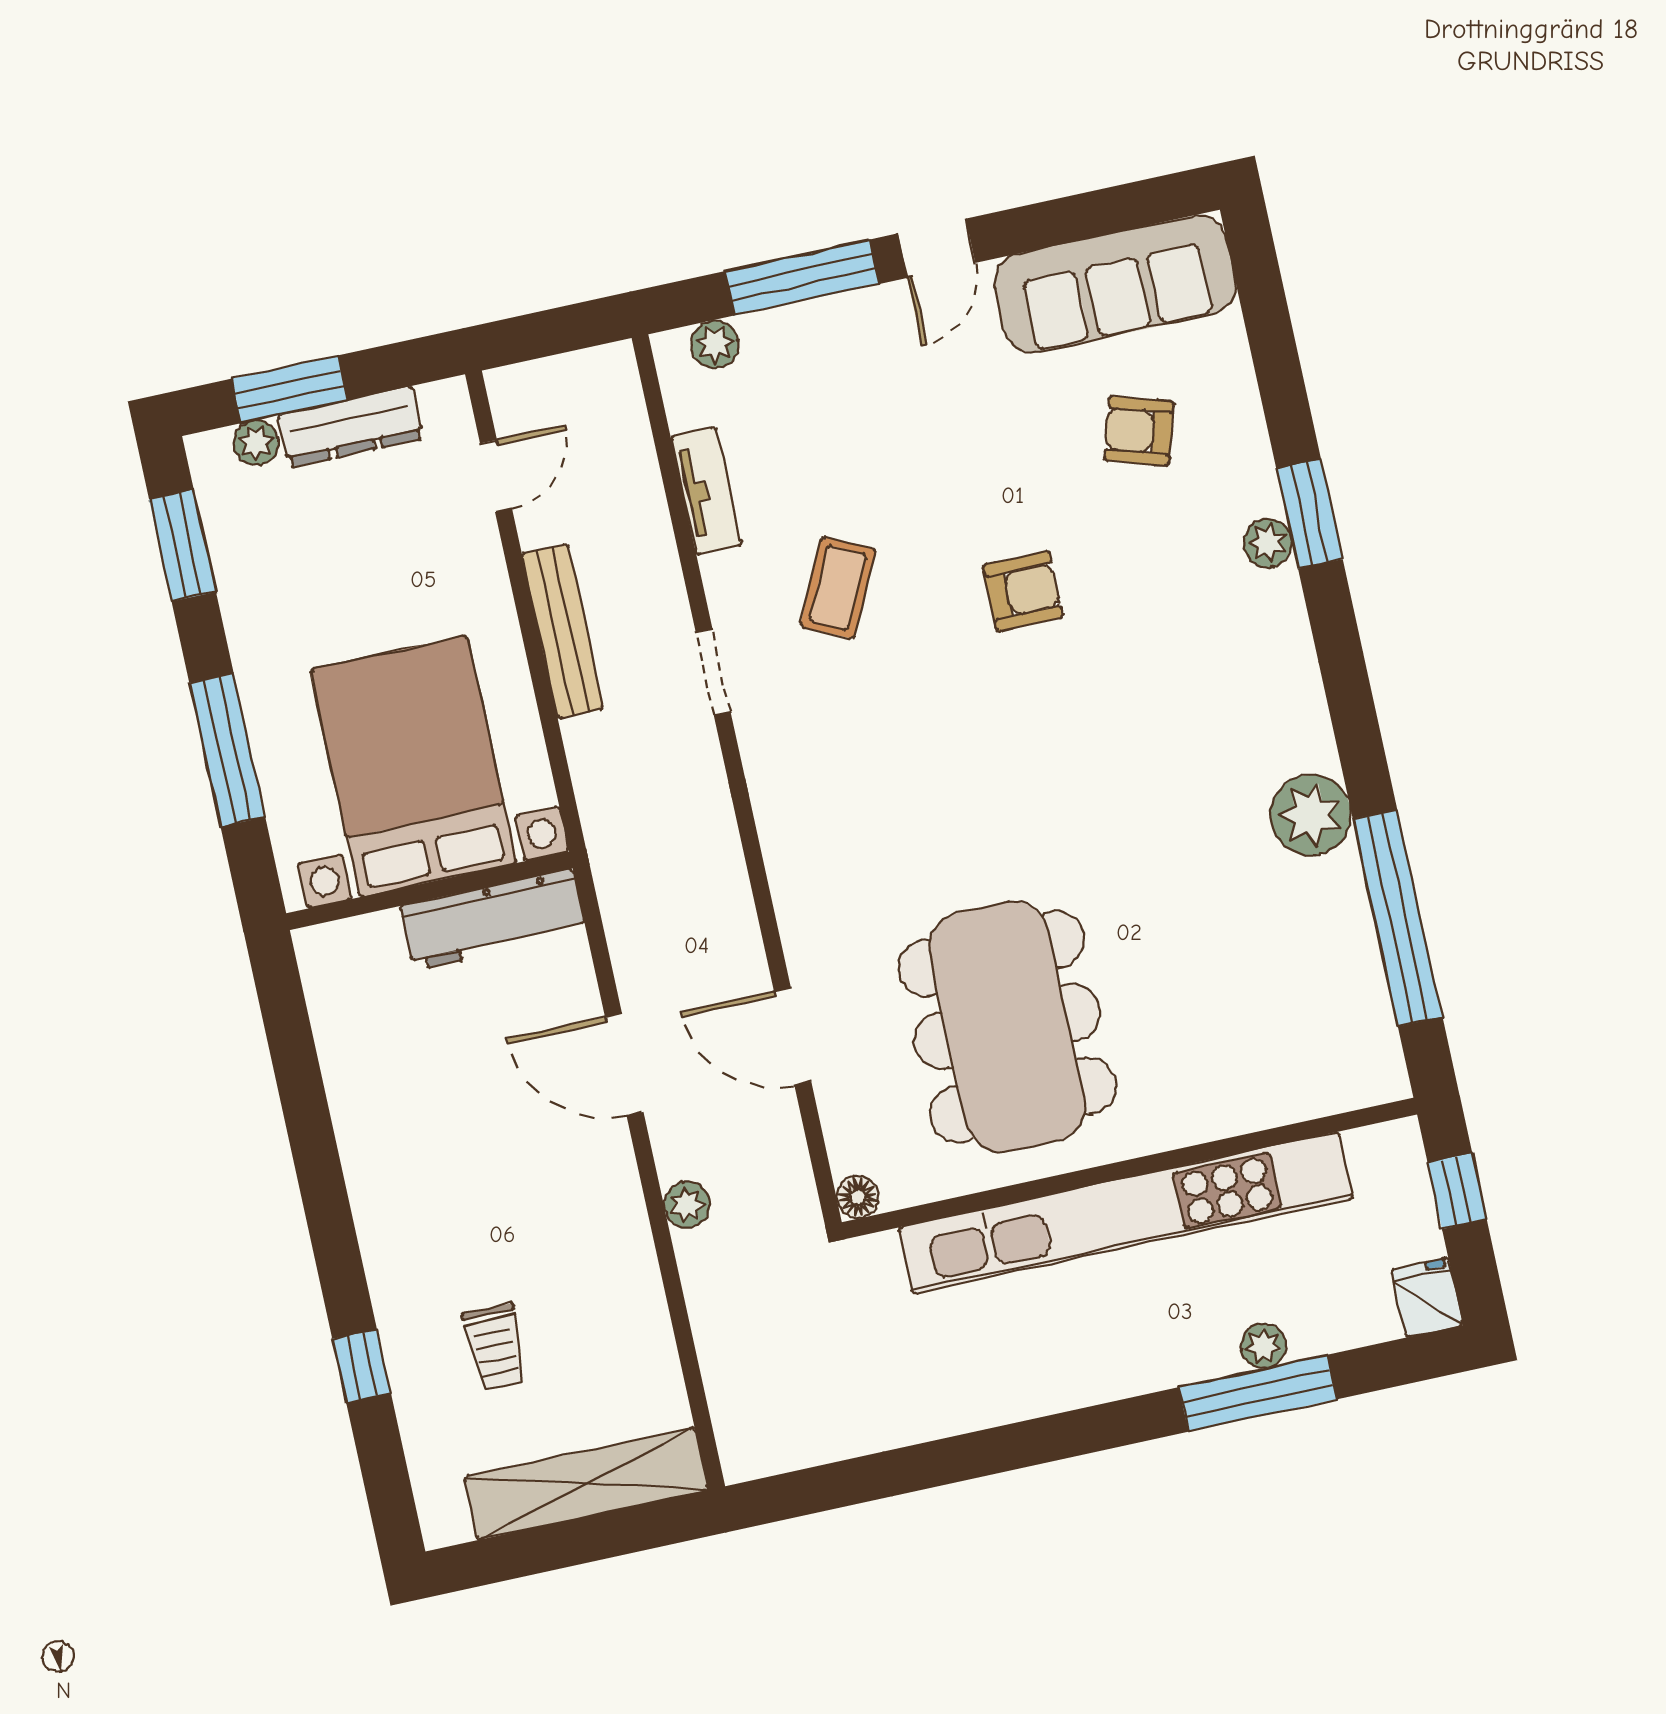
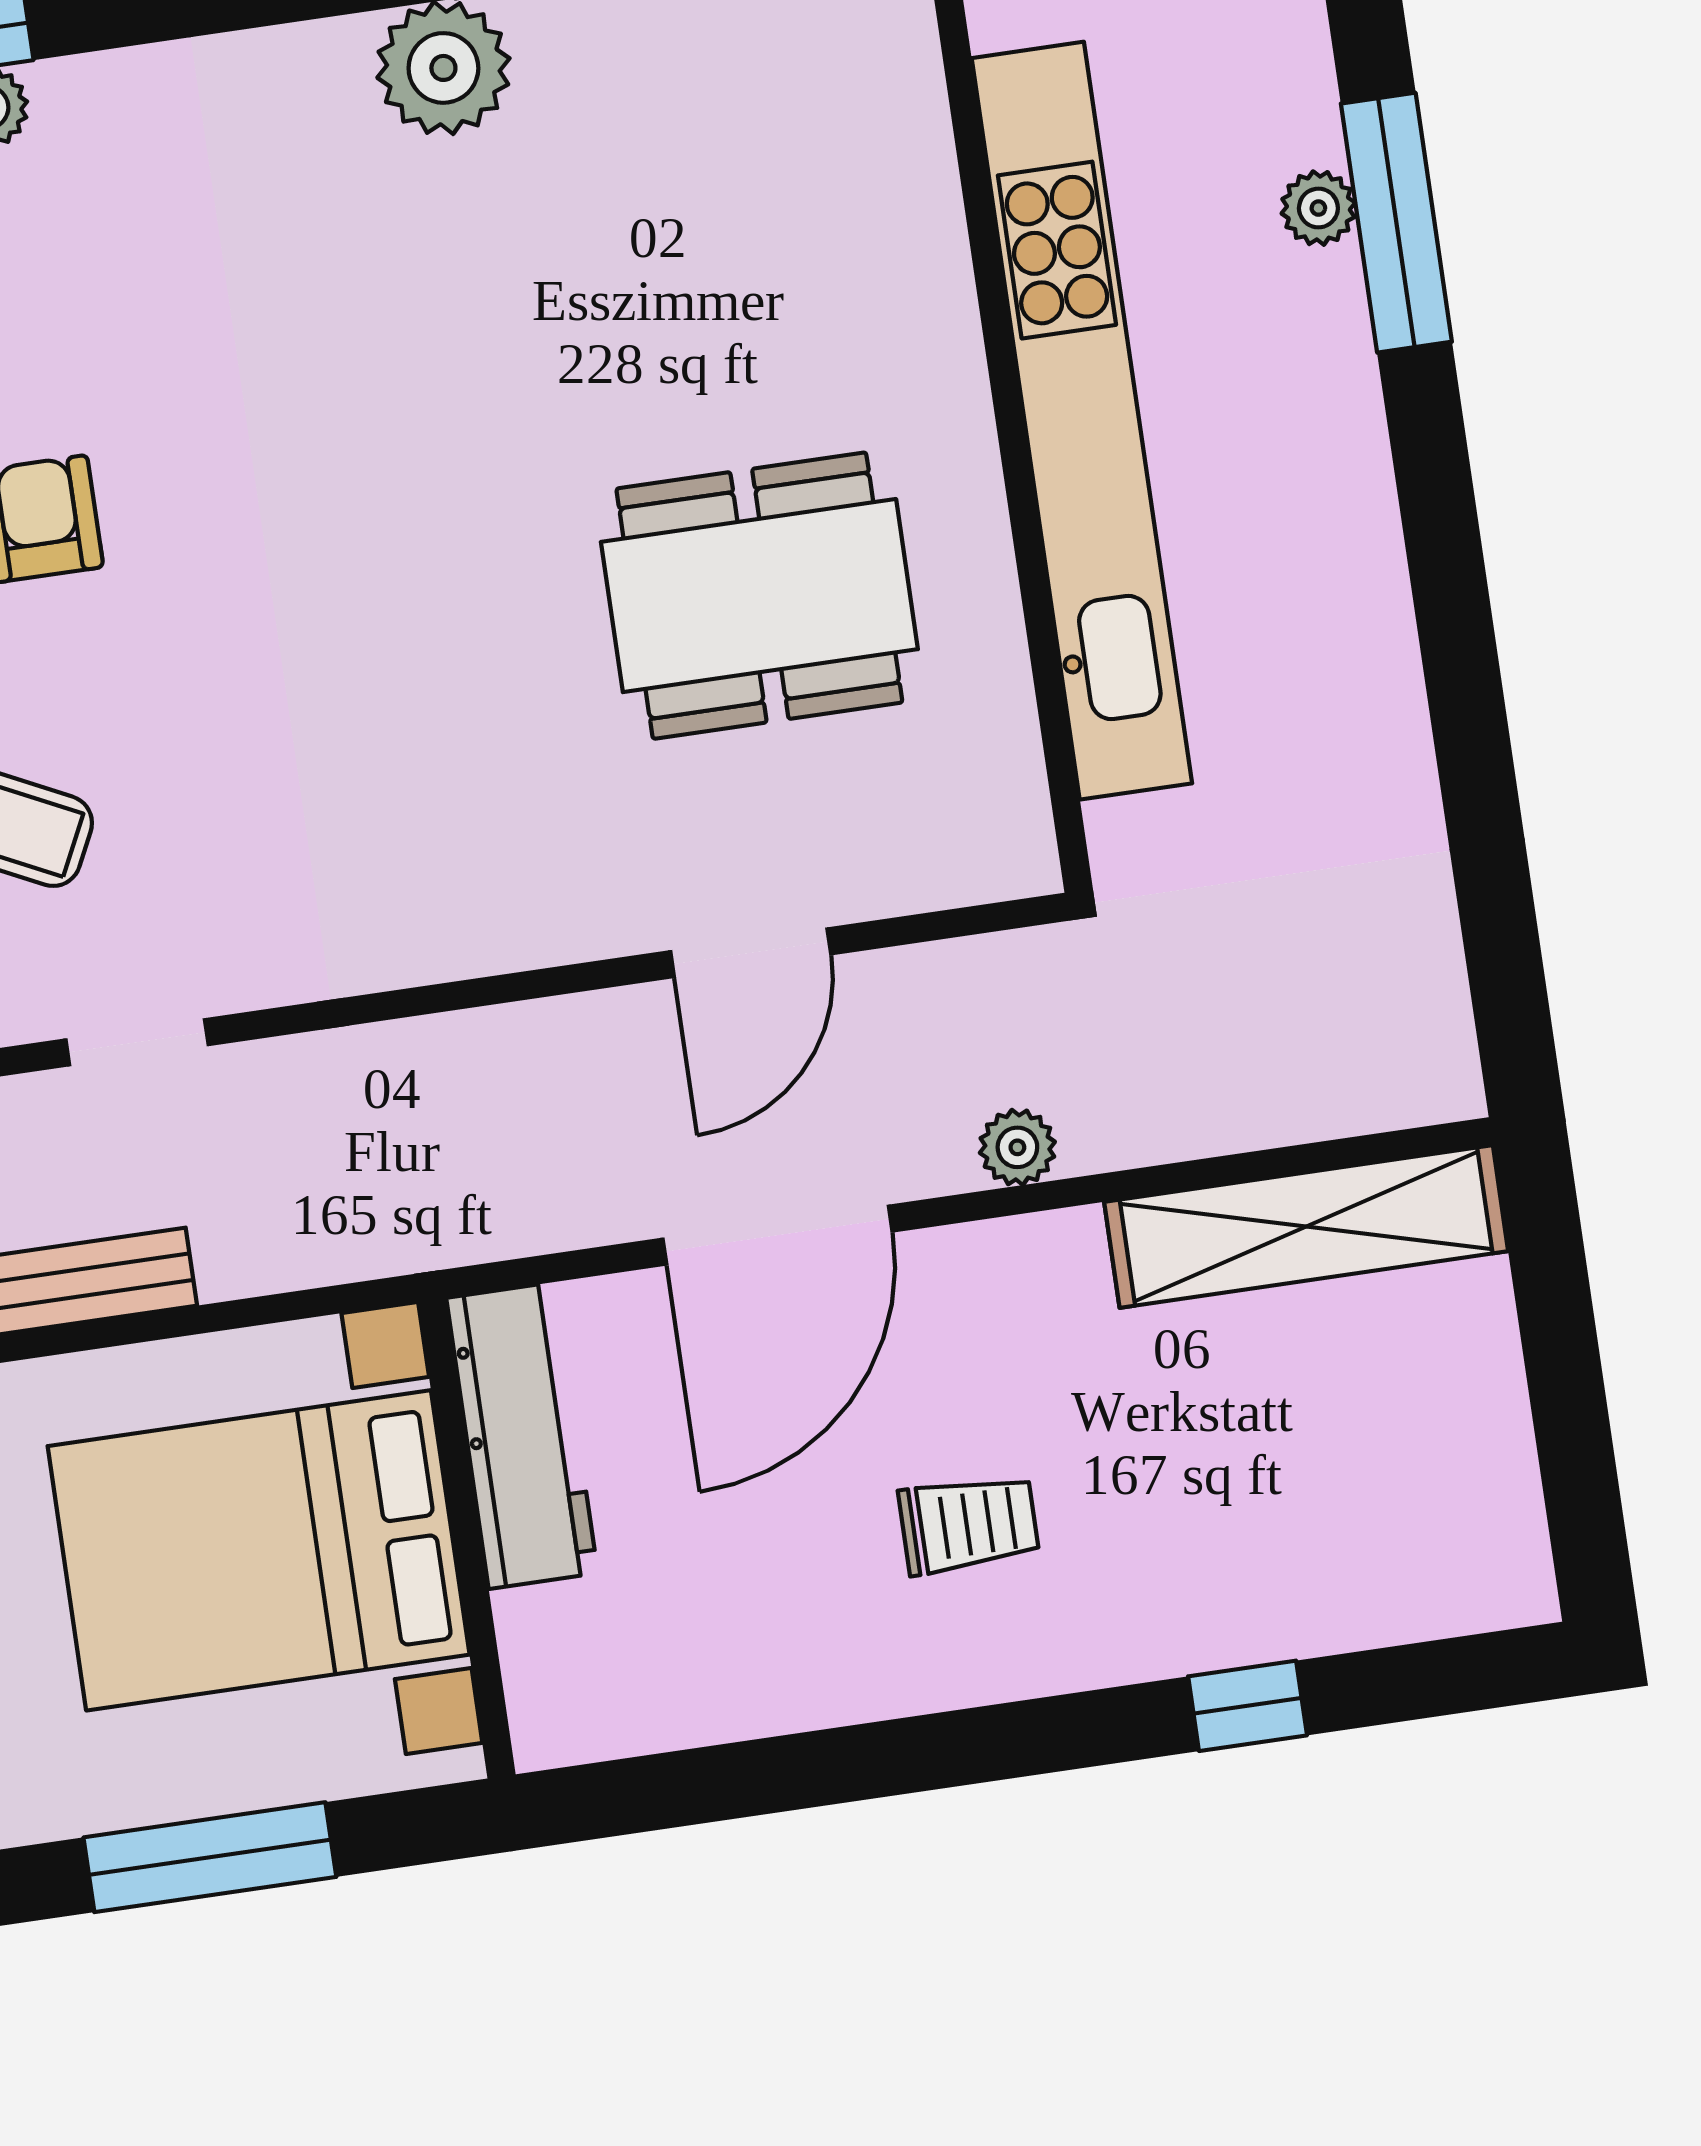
dining table: (1007, 1027) -> (759, 596), width x0.73, depth x0.80
door: (624, 1064) -> (778, 1235), width x1.36
floor lamp: (858, 1197) -> (1025, 863), removed
trolley: (496, 1347) -> (969, 1524), moved
shelving: (586, 1484) -> (1306, 1226), moved, turned 90

